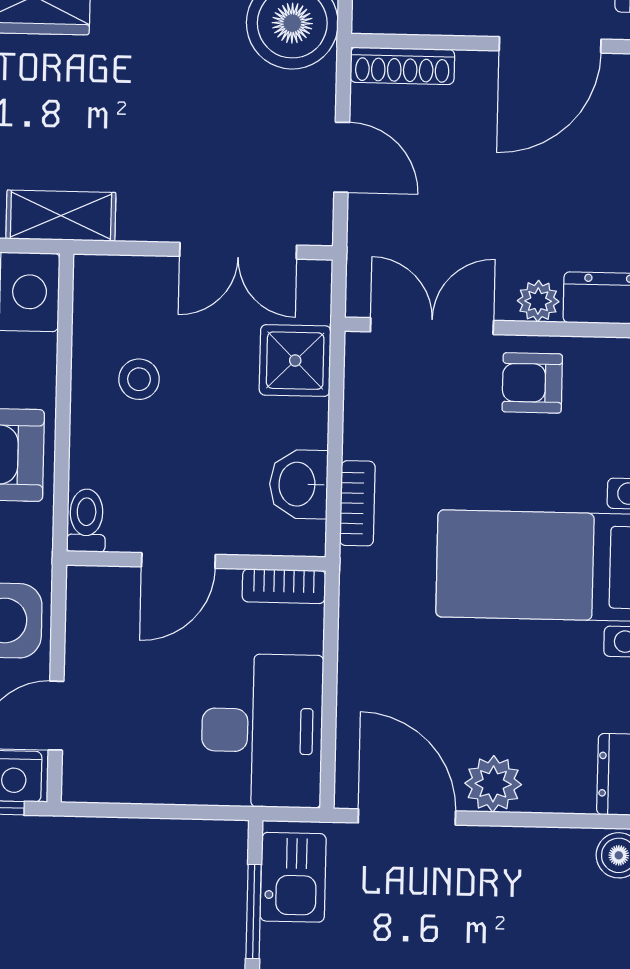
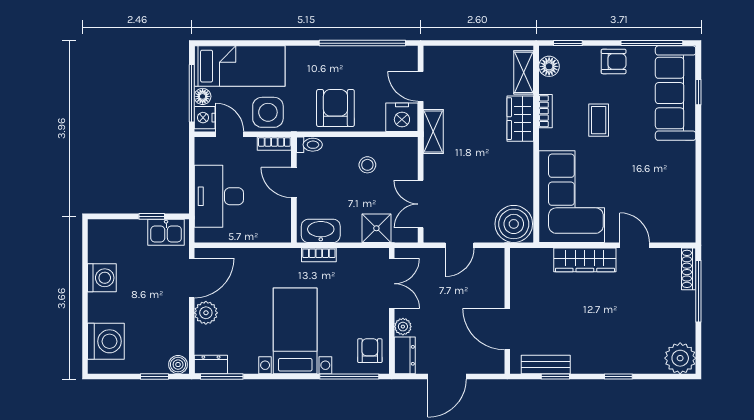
shoe rack: (402, 66) -> (497, 269), removed
armchair: (532, 383) -> (370, 351), moved
washbasin: (299, 484) -> (321, 231), width x1.38
bookcase: (284, 586) -> (274, 144), moved, turned -90
desk: (262, 731) -> (219, 196), moved, turned 90
window: (254, 912) -> (152, 216), width x0.67

